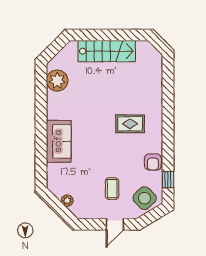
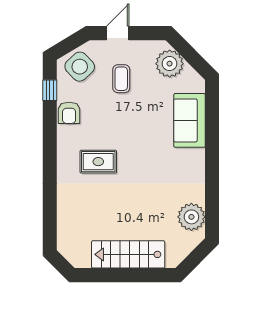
sofa: (59, 141) -> (189, 120), moved
armchair: (153, 162) -> (69, 113), turned 180
plant: (67, 201) -> (170, 64), width x1.87, depth x1.87

